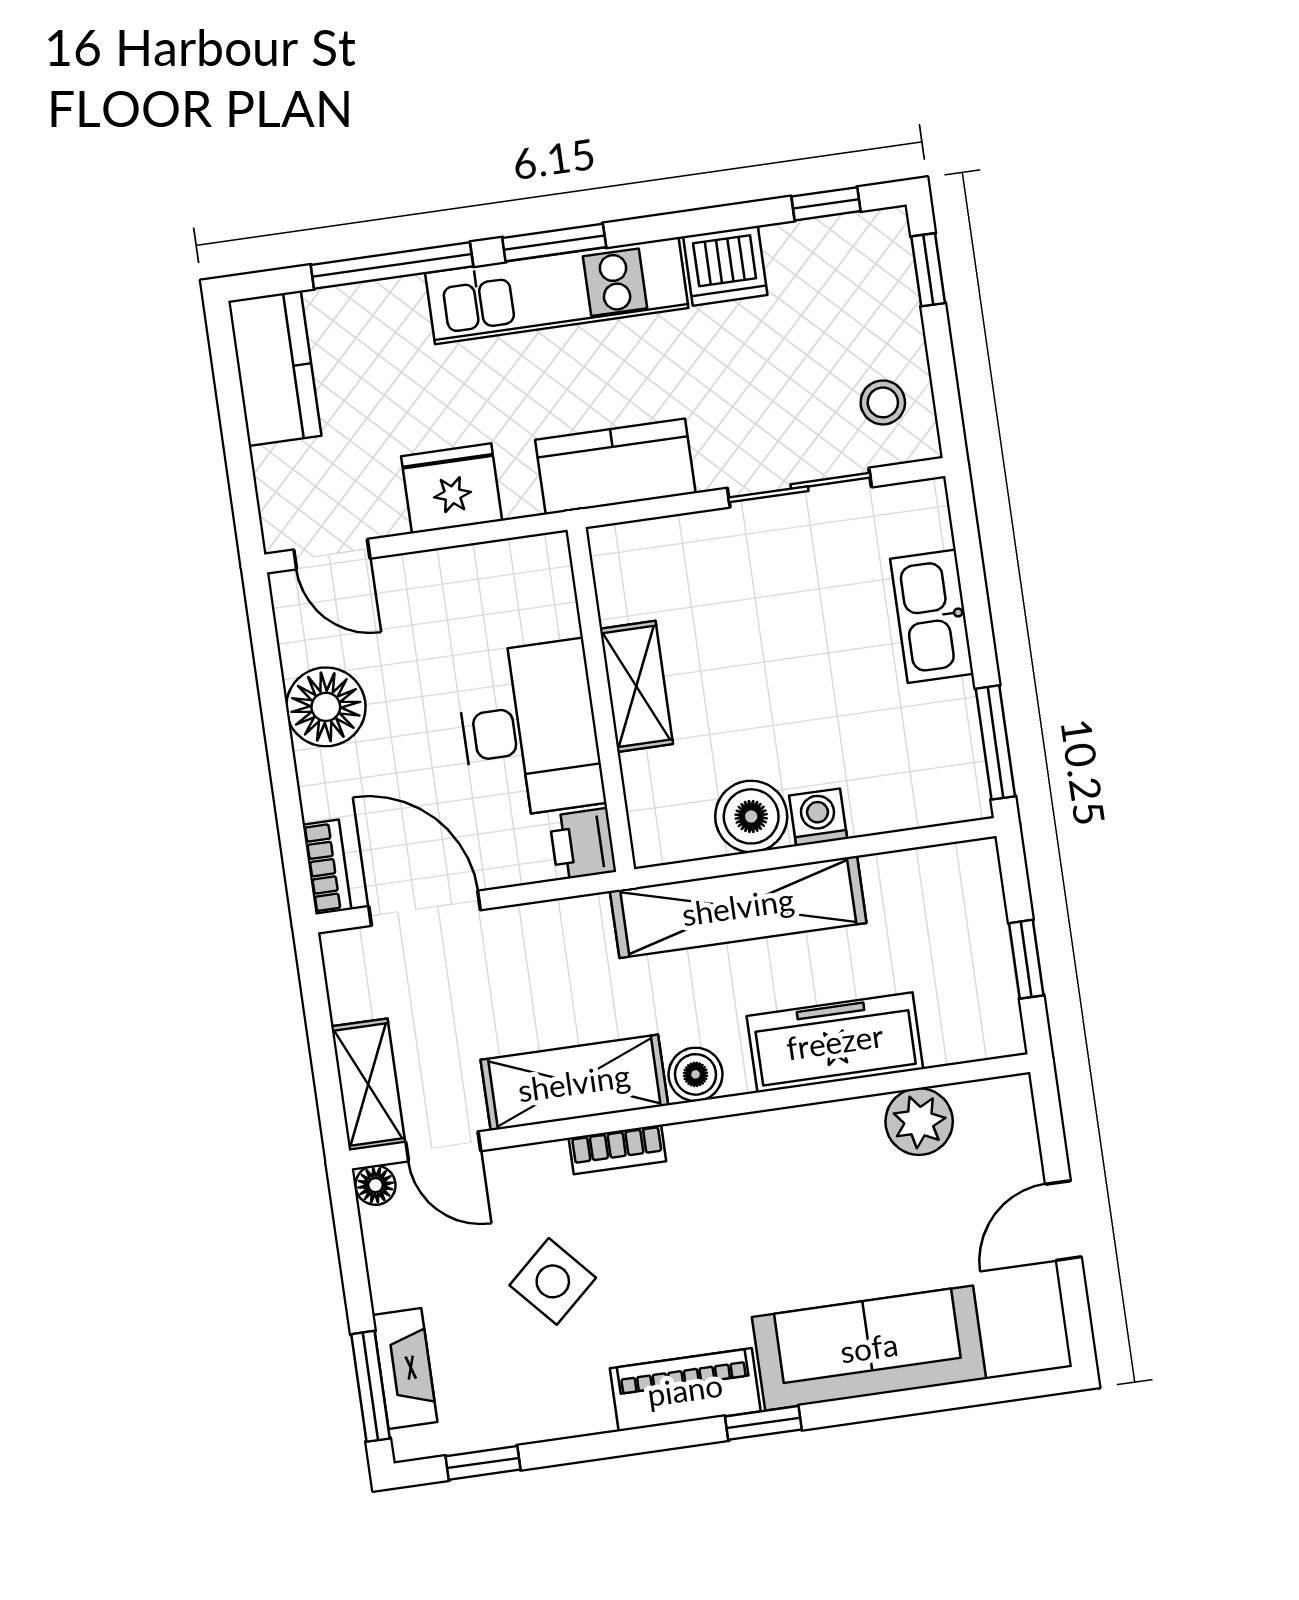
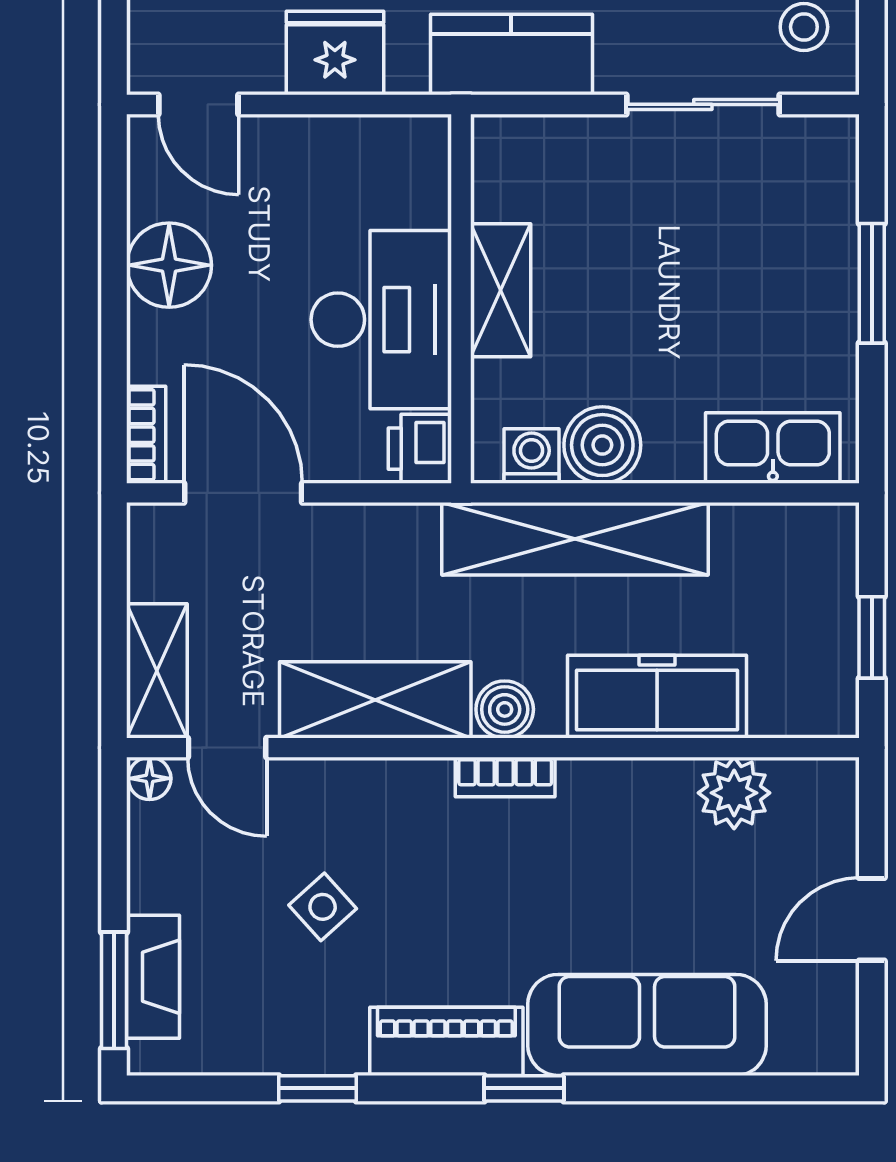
kitchen sink: (932, 616) -> (773, 448), moved, turned 90
window: (995, 742) -> (872, 283), moved
washing machine: (818, 817) -> (532, 456), moved
bookcase: (617, 1149) -> (505, 777), moved
side table: (553, 1281) -> (323, 907), width x0.73, depth x0.73
window: (483, 1463) -> (317, 1088), moved

